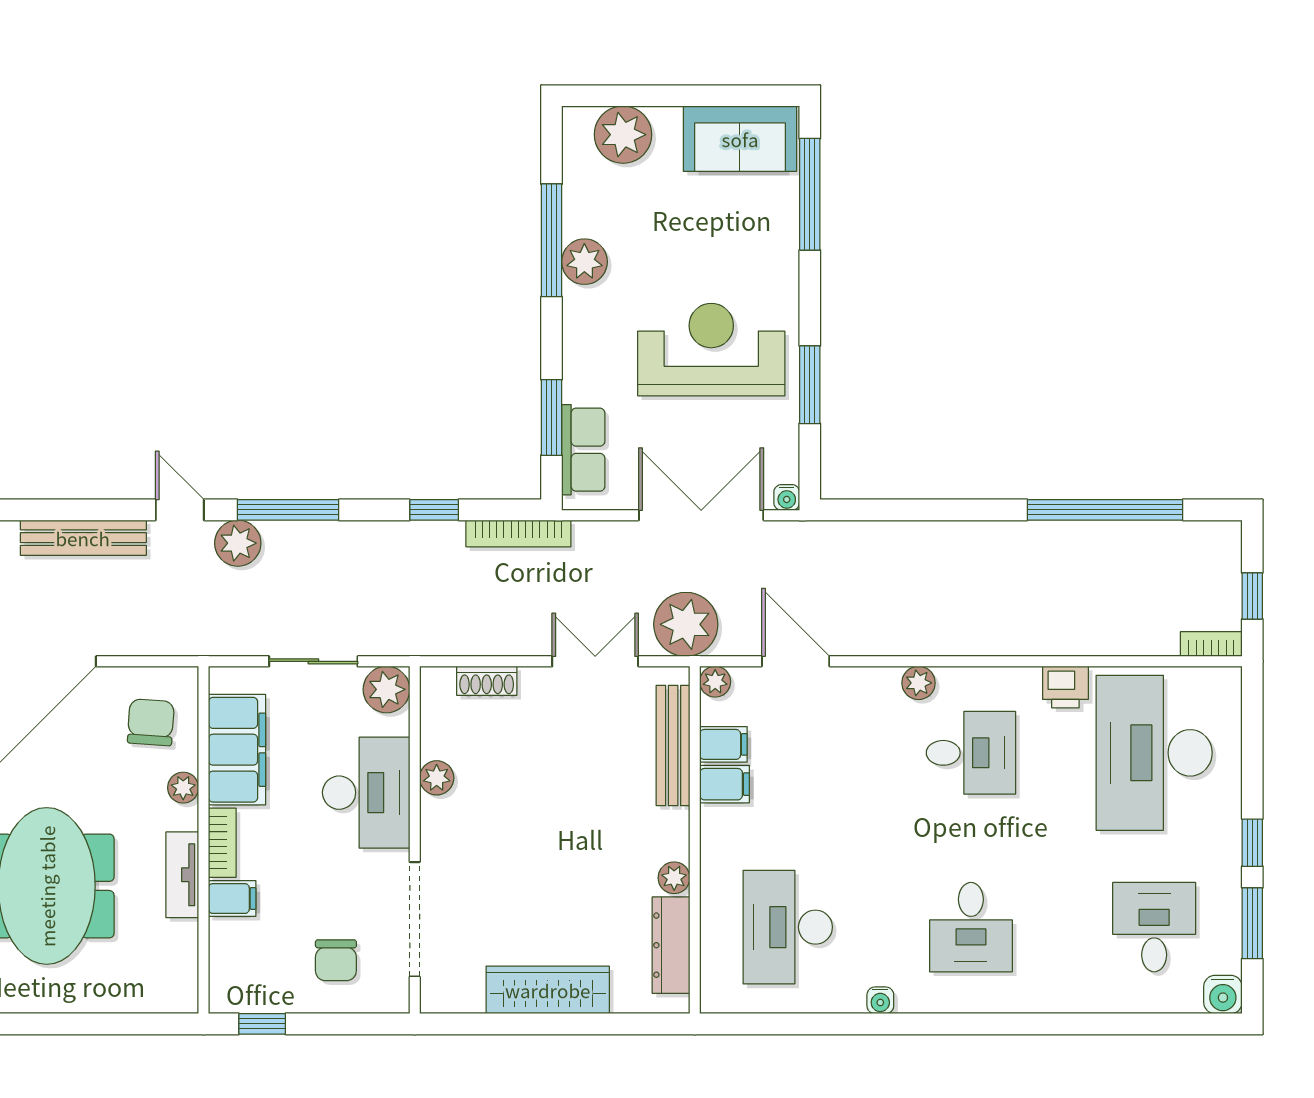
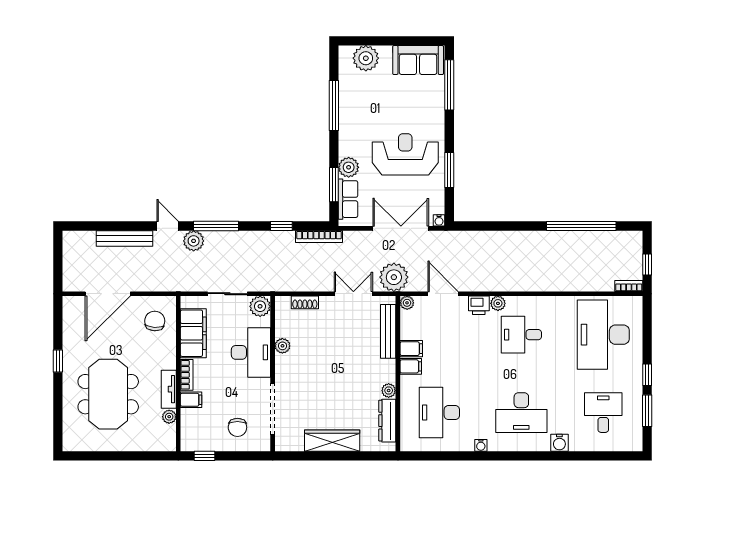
plant: (584, 262) -> (349, 167), moved
printer: (1065, 687) -> (479, 305), moved
filing cabinet: (723, 744) -> (411, 366), moved
desk: (971, 753) -> (521, 335), turned 180
plant: (183, 788) -> (169, 417), moved
desk: (971, 927) -> (521, 413), width x1.37
water cooler: (1223, 995) -> (559, 443), moved

